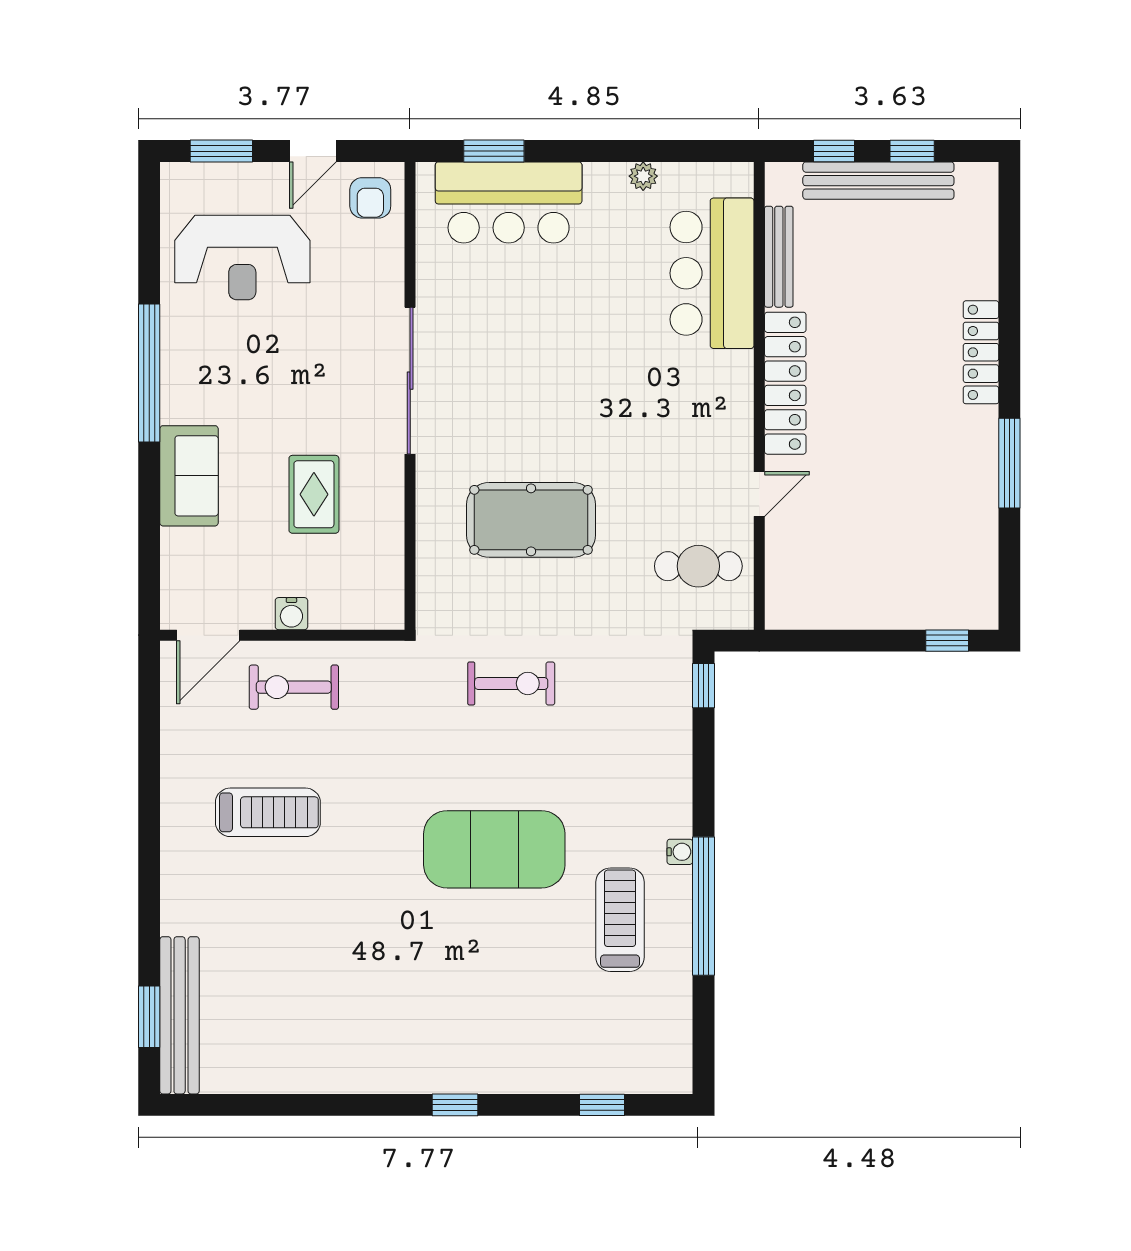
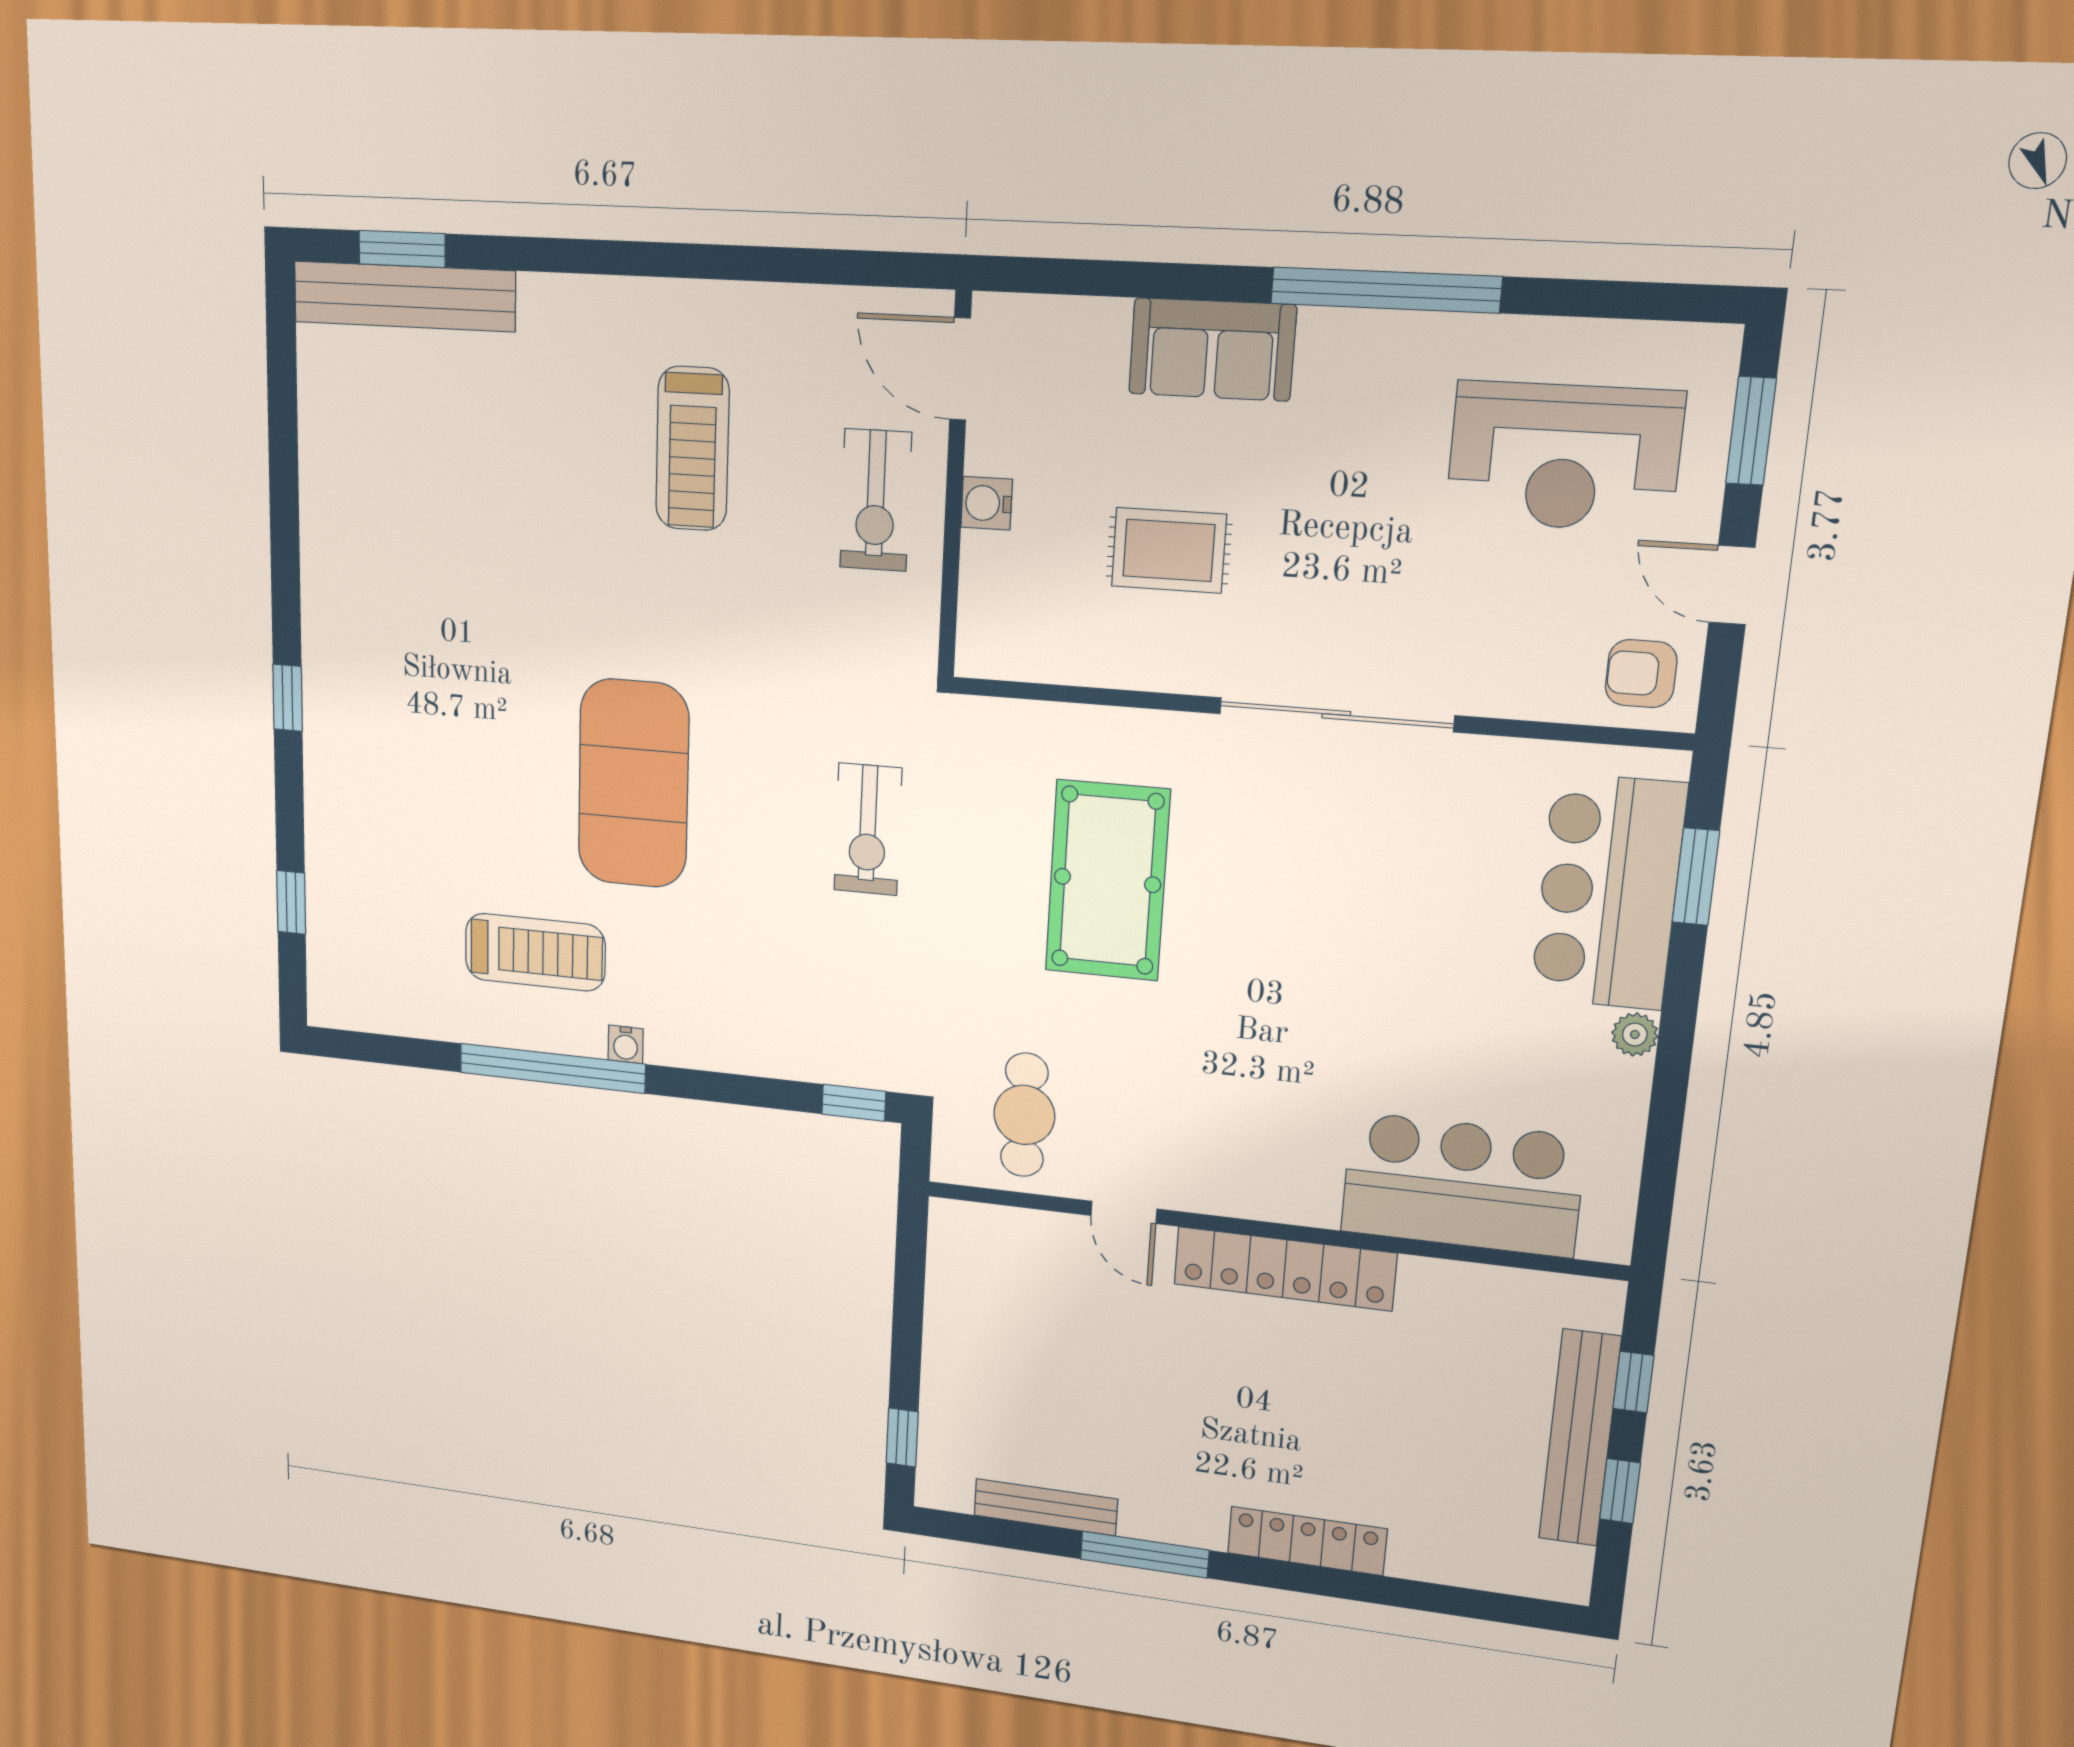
plant: (643, 176) -> (1635, 1034), moved
reception desk: (242, 257) -> (1564, 457), turned -90
bench: (779, 257) -> (1046, 1507), moved
exercise bike: (294, 687) -> (876, 500), turned 180

